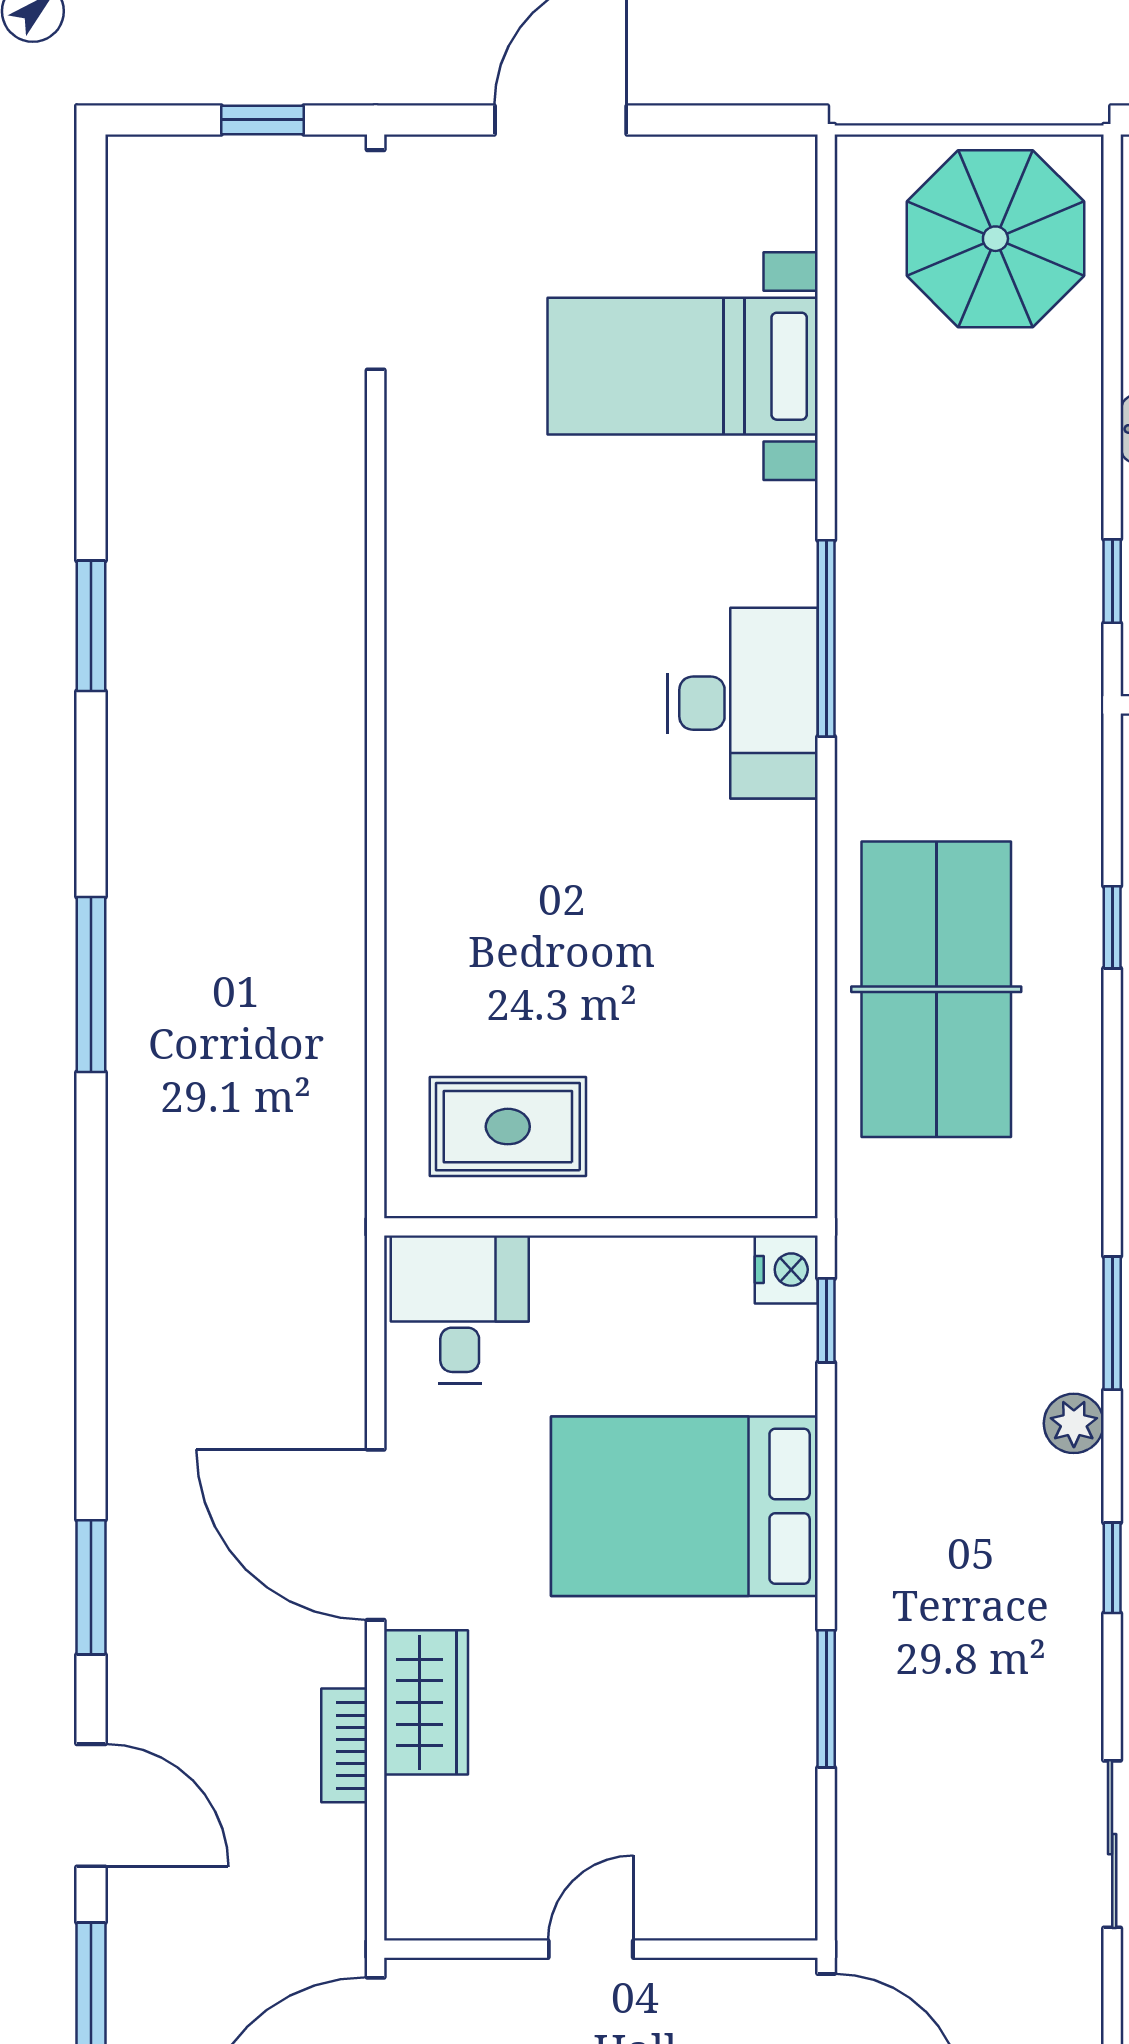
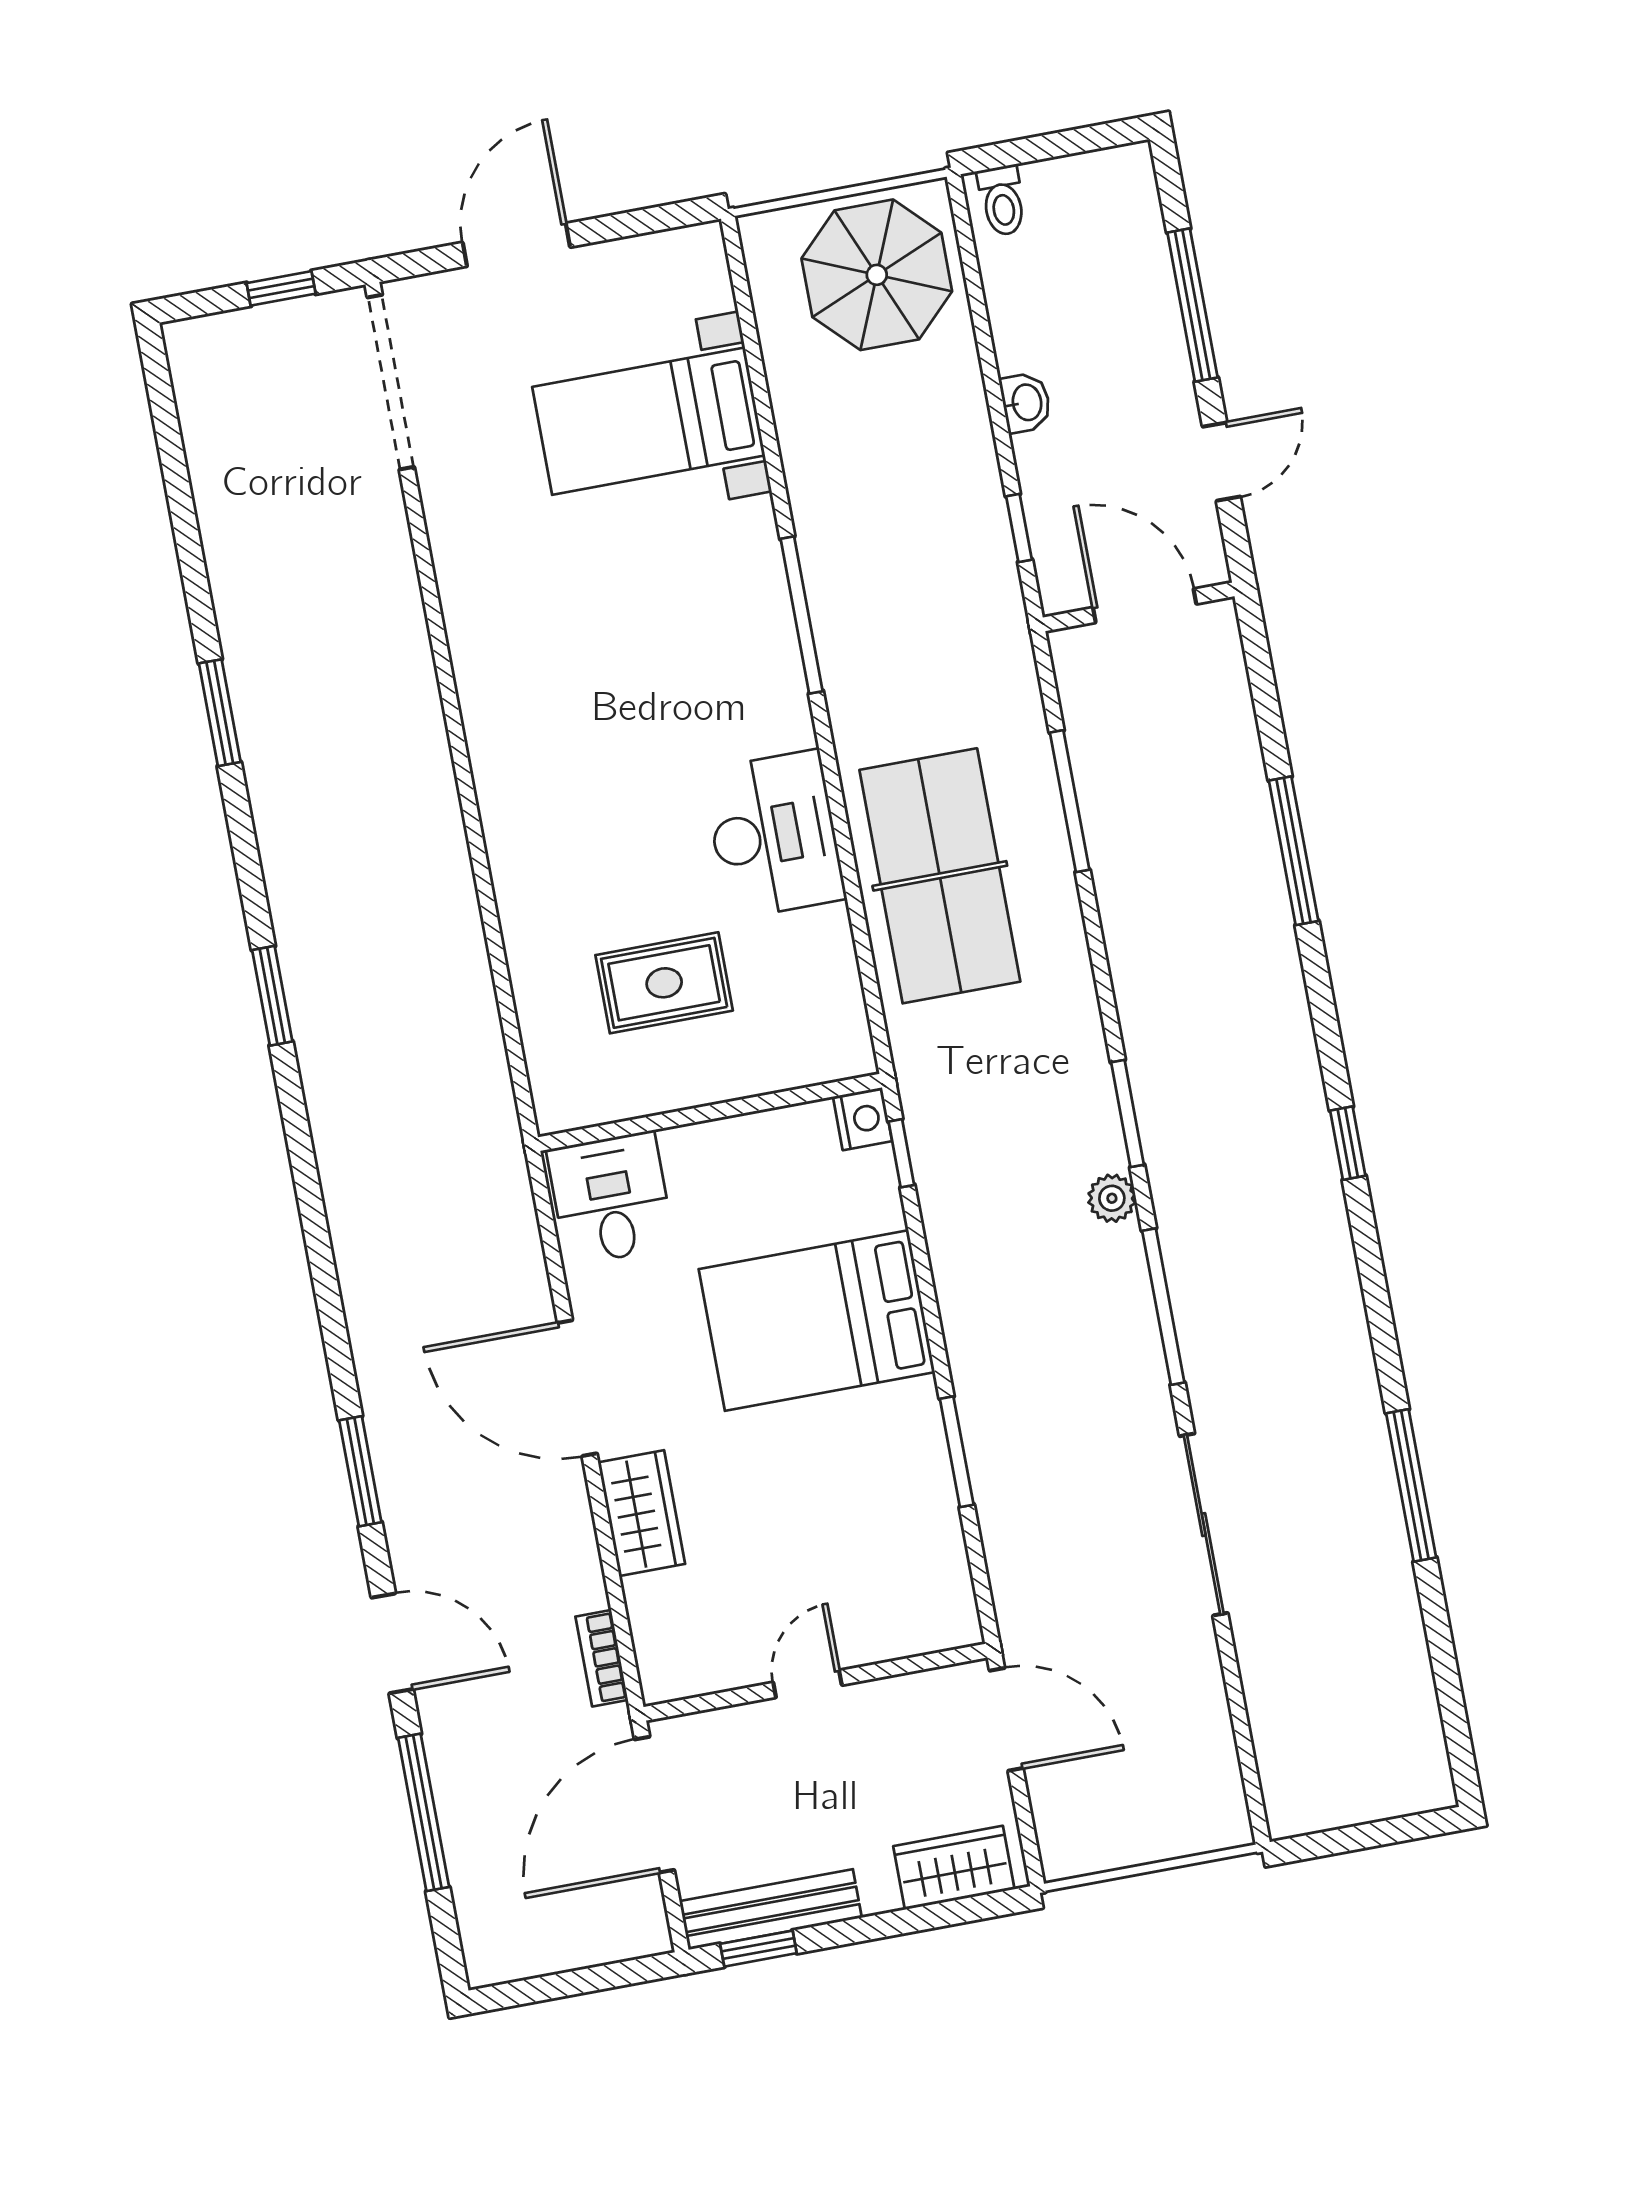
desk: (742, 703) -> (774, 834), moved
window: (1112, 927) -> (1070, 801), width x2.17
window: (91, 985) -> (272, 996), width x0.69
rug: (508, 1127) -> (664, 983), moved
window: (1112, 1568) -> (1163, 1307), width x2.17
bookcase: (344, 1745) -> (602, 1658), moved
sliding door: (1112, 1844) -> (1204, 1525), width x1.37

